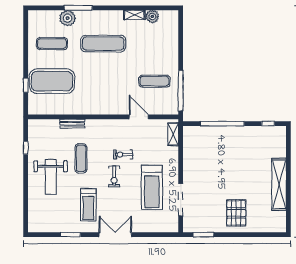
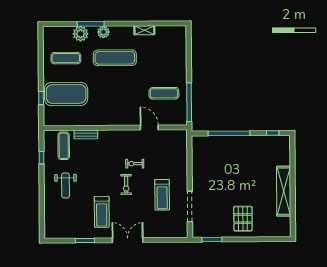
plant: (152, 16) -> (103, 32), moved
shelving: (173, 134) -> (182, 144), removed
exercise mat: (81, 158) -> (64, 146), moved
weight bench: (51, 177) -> (66, 185), width x0.73, depth x0.75
treadmill: (152, 187) -> (162, 195), width x0.73, depth x0.73

